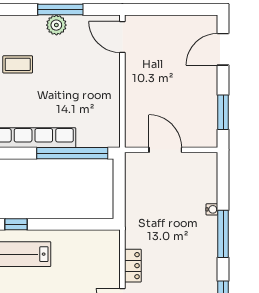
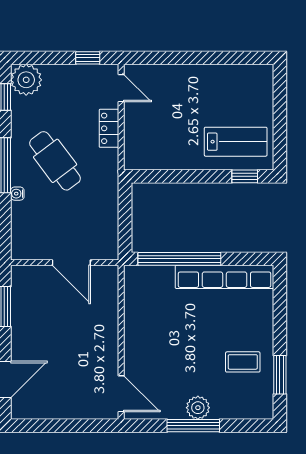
cafe table: (179, 238) -> (55, 161), added

